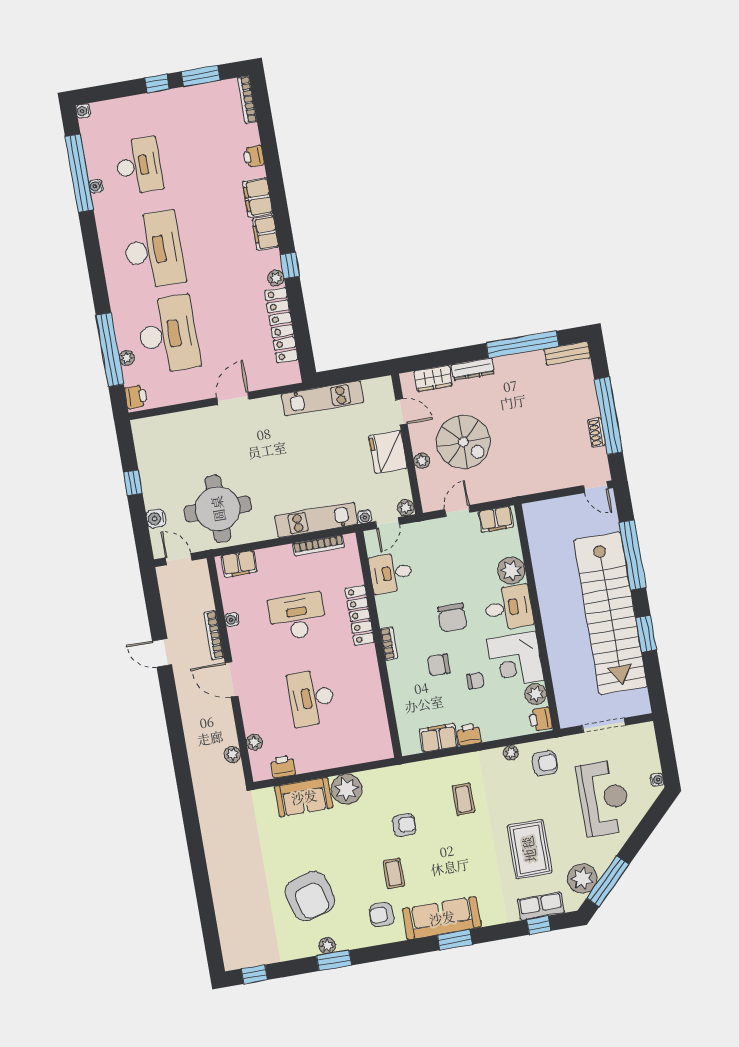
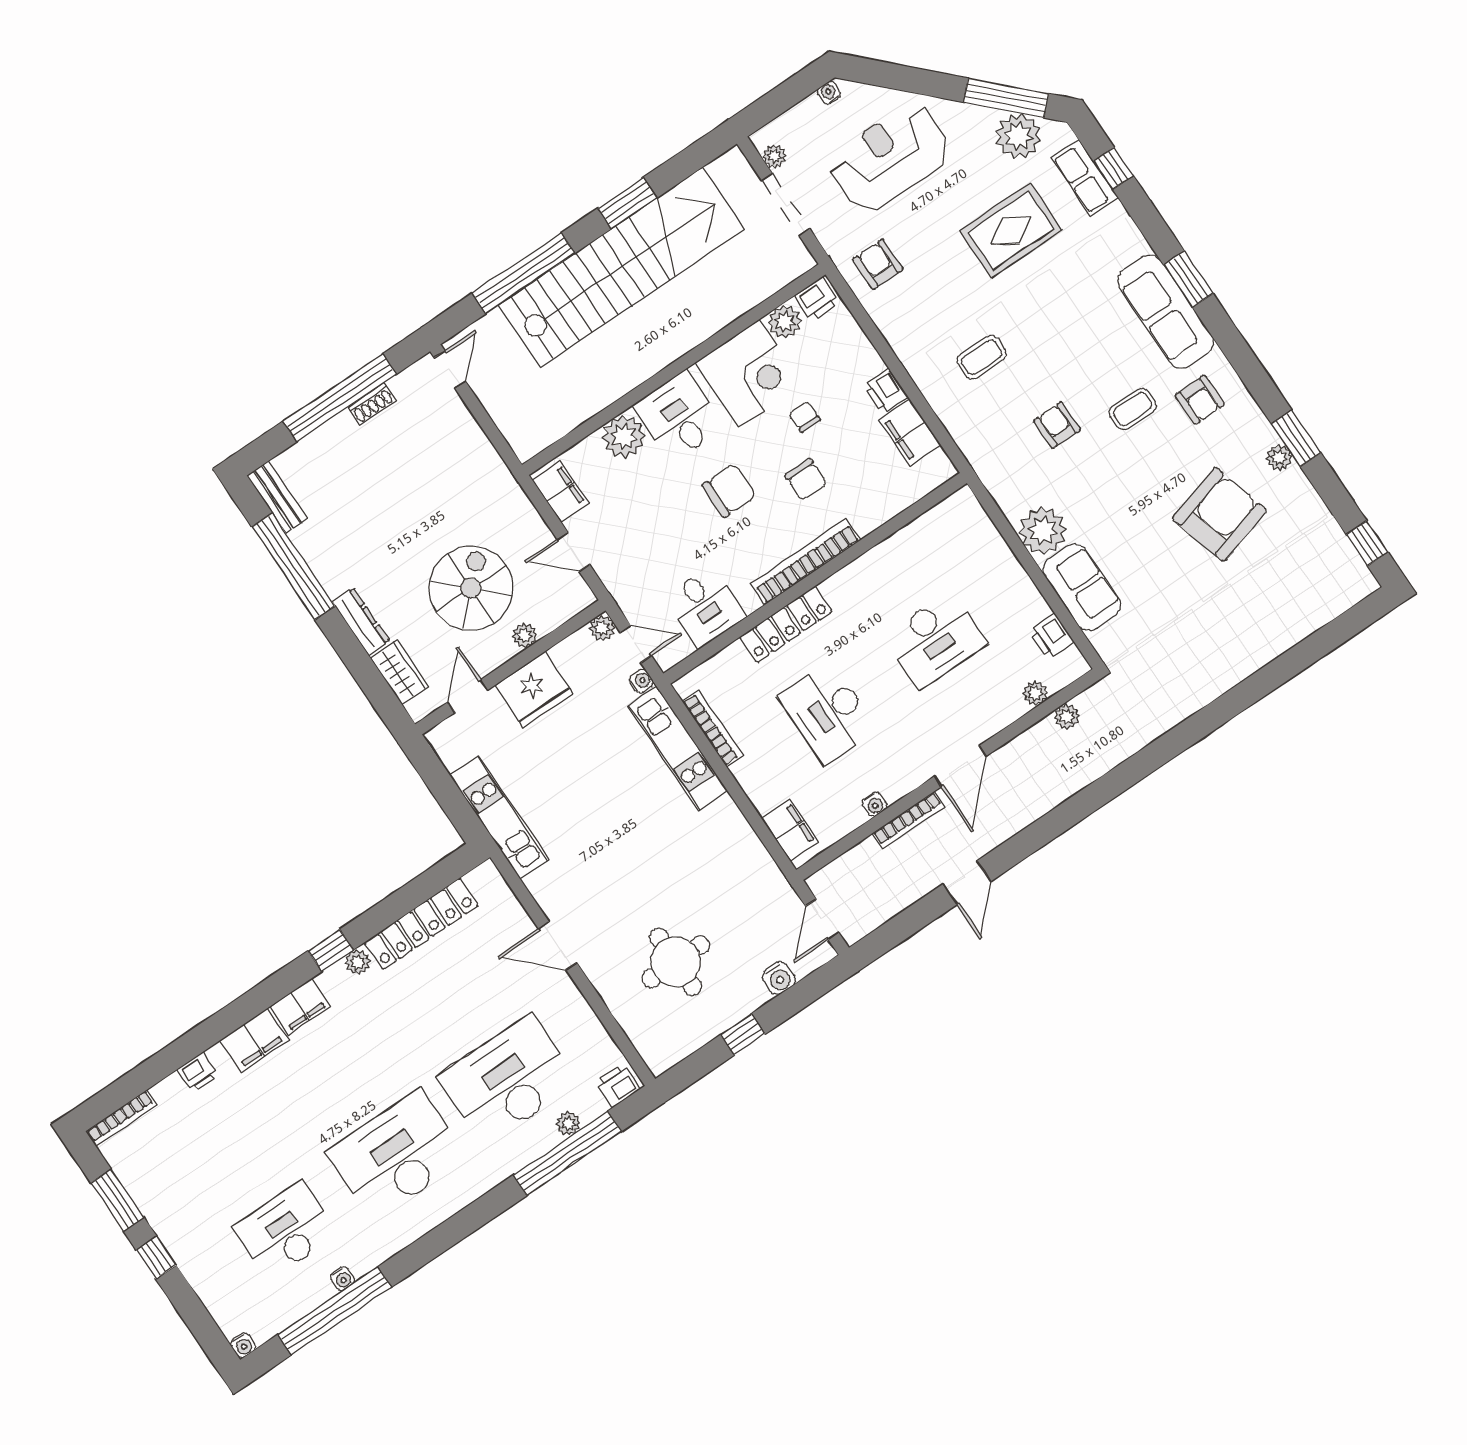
round table: (218, 509) -> (676, 962), moved, width x0.73, depth x0.73
bookcase: (389, 644) -> (806, 562), width x2.31, depth x1.31
plant: (511, 753) -> (774, 156), moved

